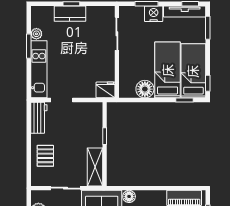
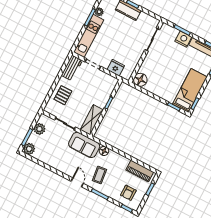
bed: (168, 70) -> (173, 81), removed
floor lamp: (145, 89) -> (140, 80), moved
fridge: (106, 90) -> (116, 68), moved

